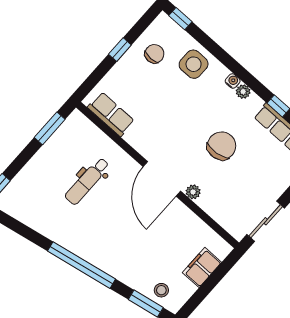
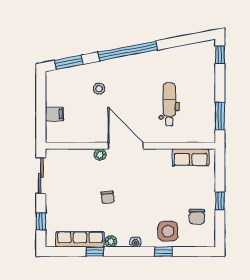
window: (180, 19) -> (163, 252), moved
plant: (243, 92) -> (111, 241), moved
chair: (222, 146) -> (108, 197), width x0.54, depth x0.54
filing cabinet: (202, 267) -> (54, 114), width x0.50
stool: (161, 290) -> (99, 89), moved

